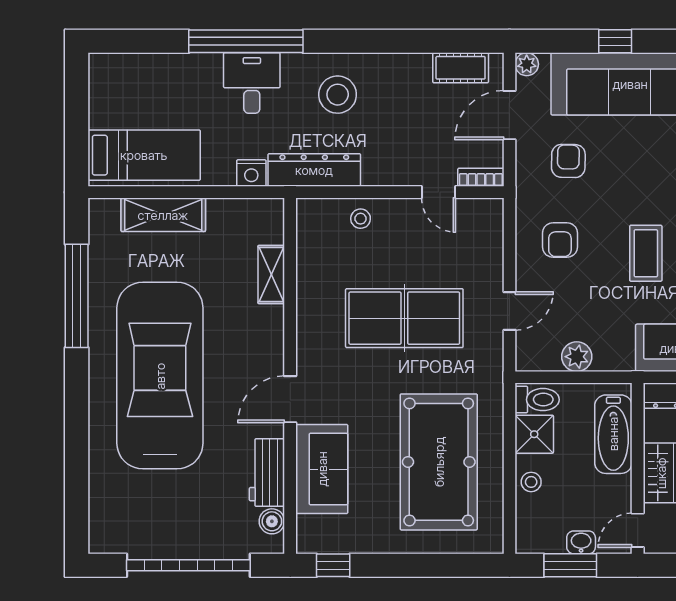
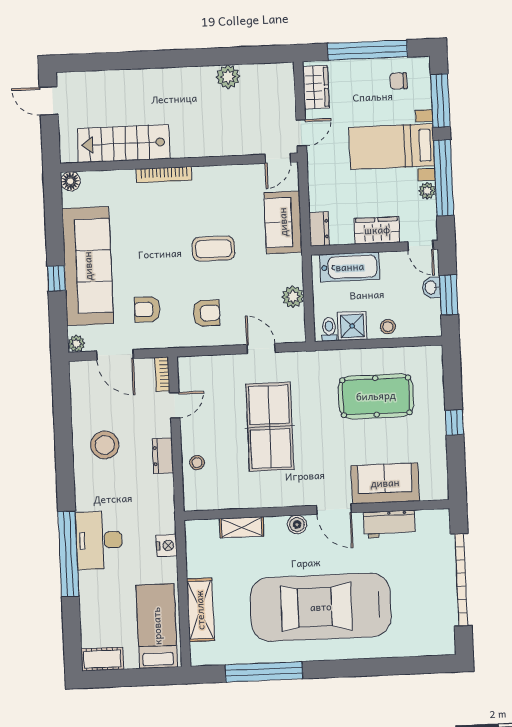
cot: (461, 68) -> (102, 659), moved, turned 90
desk: (252, 83) -> (99, 540), width x1.37
stool: (338, 95) -> (105, 445), moved
dresser: (314, 170) -> (163, 456), moved, width x0.51, depth x0.80
toilet: (537, 400) -> (329, 329), width x0.73, depth x0.72
pool table: (439, 462) -> (376, 396), width x0.73, depth x0.76
boiler: (272, 521) -> (297, 524), moved
window: (333, 565) -> (454, 422), moved

